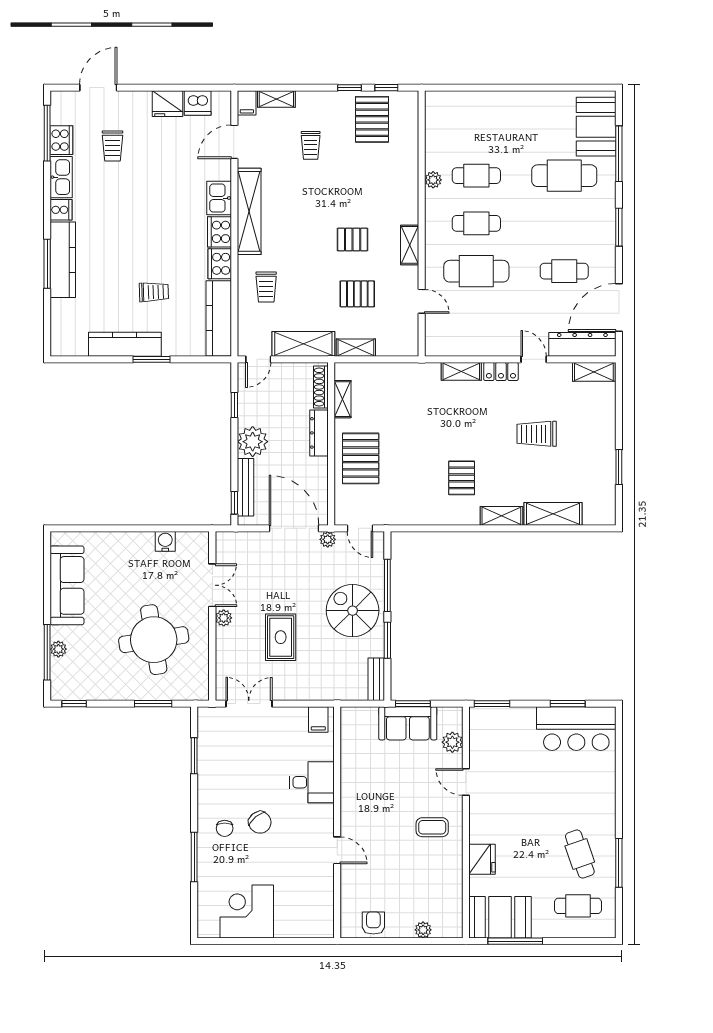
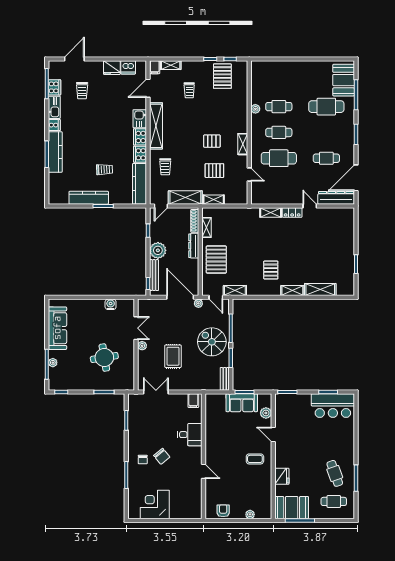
shelving: (594, 372) -> (235, 291), moved
trolley: (537, 434) -> (311, 246), removed
round table: (154, 640) -> (104, 358), width x0.73, depth x0.73

